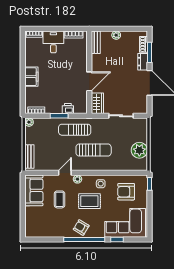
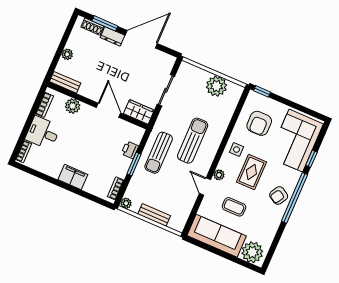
plant: (81, 55) -> (73, 106), added
bench: (29, 156) -> (154, 215), moved
sofa: (34, 190) -> (217, 236), width x1.36
plant: (33, 226) -> (252, 252), added

